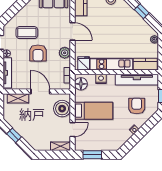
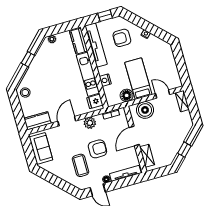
floor lamp: (81, 84) -> (127, 95), moved
window: (92, 155) -> (182, 68), removed

